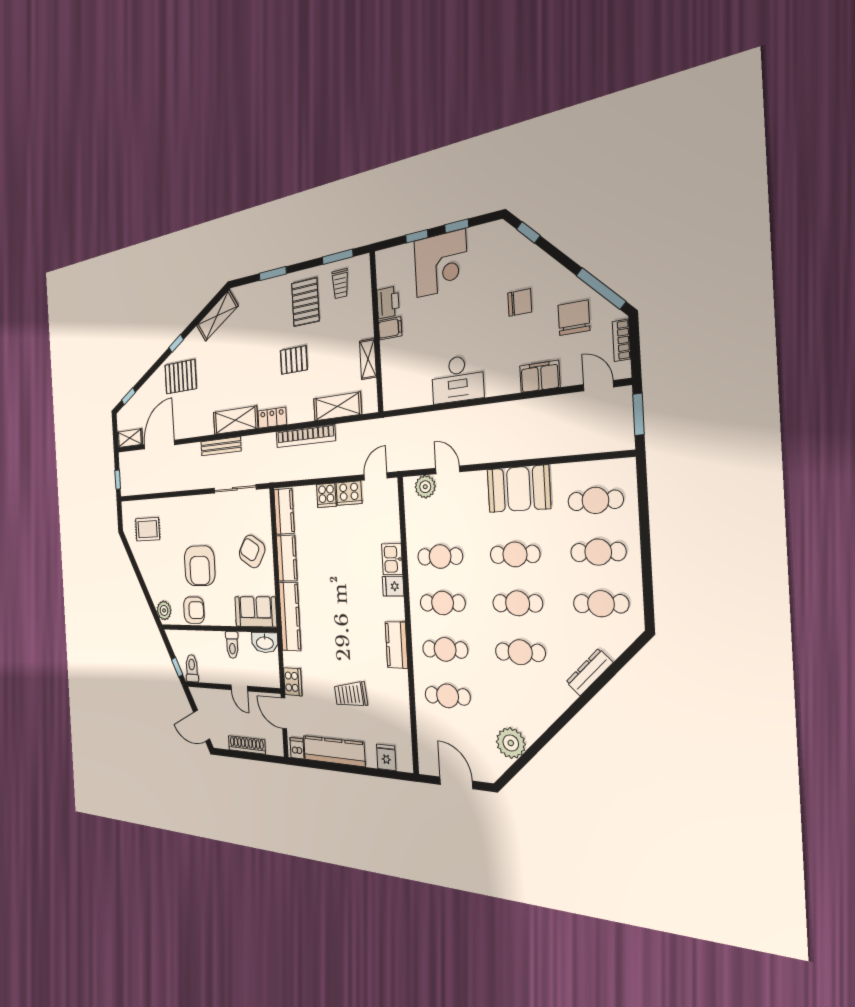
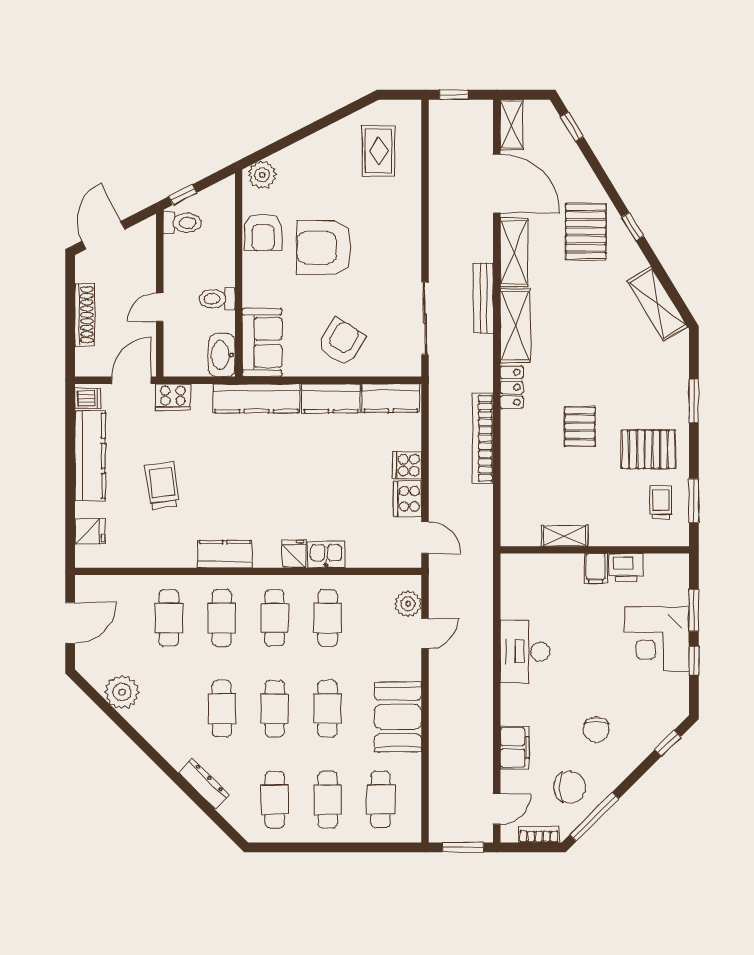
window: (417, 236) -> (694, 610), width x1.50
trolley: (340, 284) -> (661, 503), turned 90
shelving: (337, 406) -> (514, 252), moved

